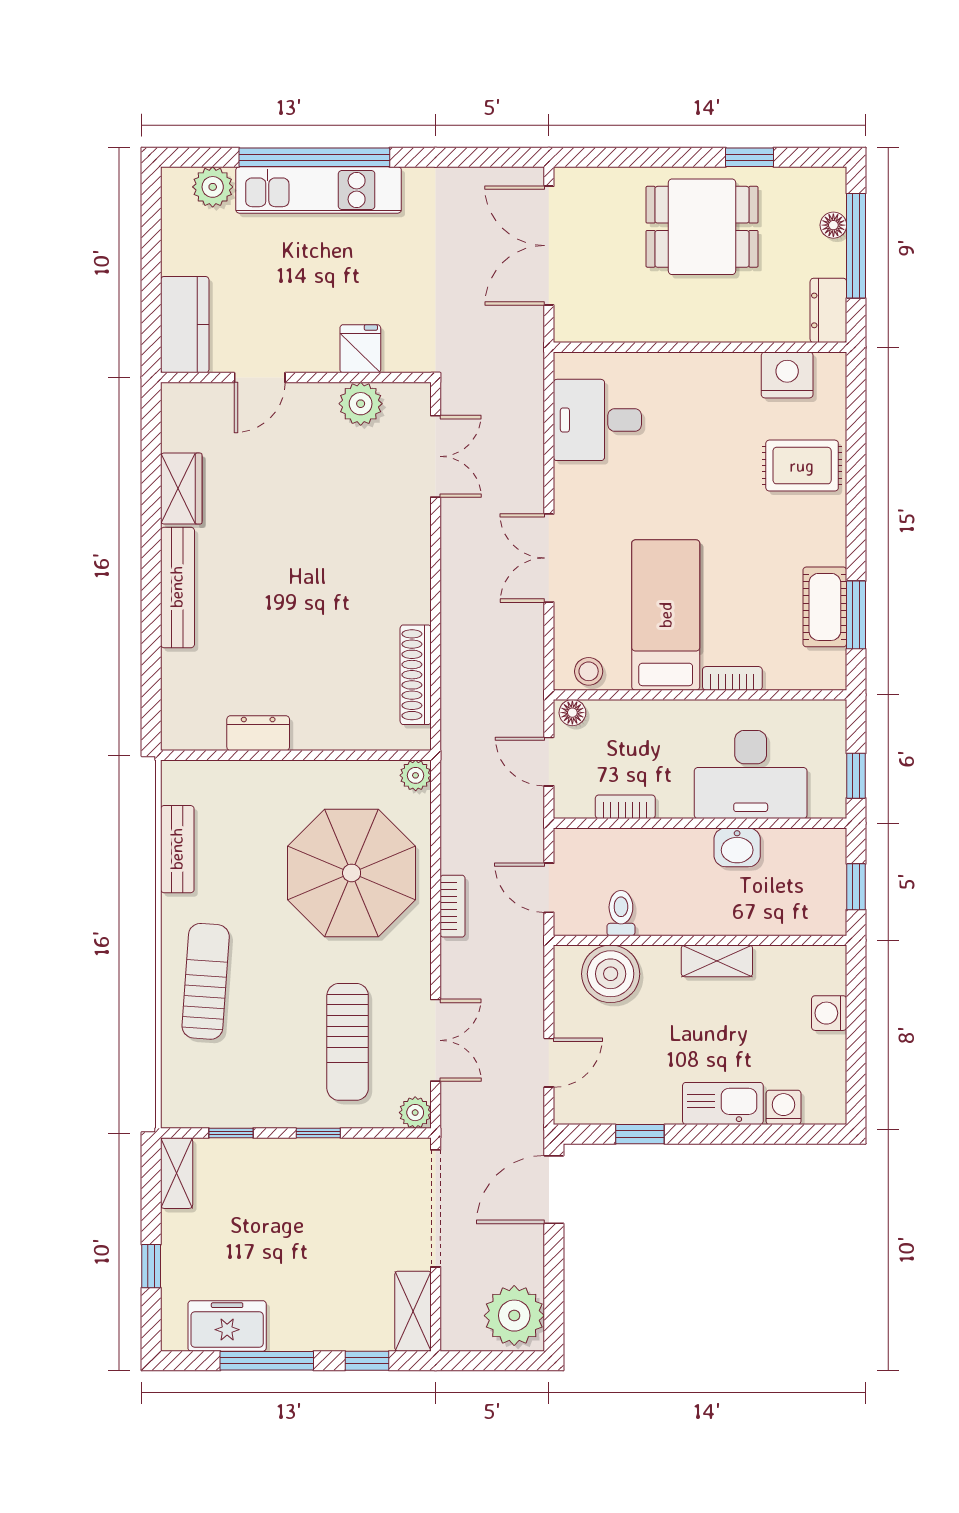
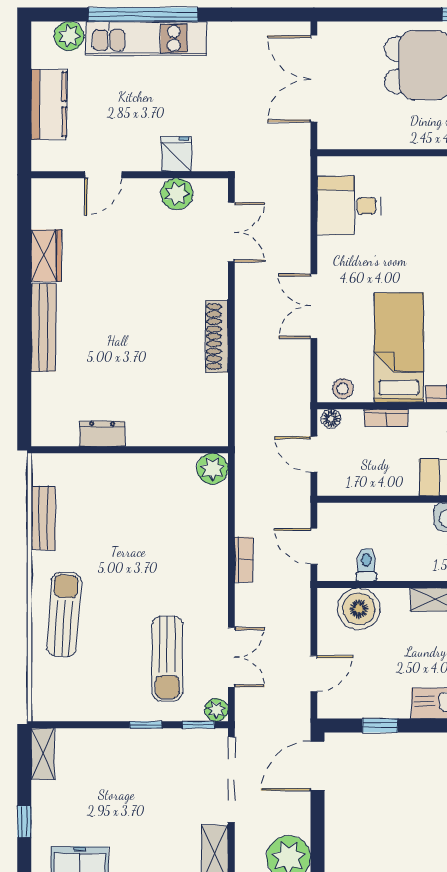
kitchen counter: (185, 325) -> (49, 104), moved
shoe rack: (416, 675) -> (217, 336), moved
plant: (416, 775) -> (212, 469), width x1.38, depth x1.38
bookcase: (625, 807) -> (386, 418), moved, turned 180
parasol: (352, 873) -> (170, 535), removed
window: (231, 1133) -> (198, 725), moved

